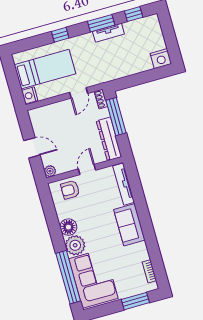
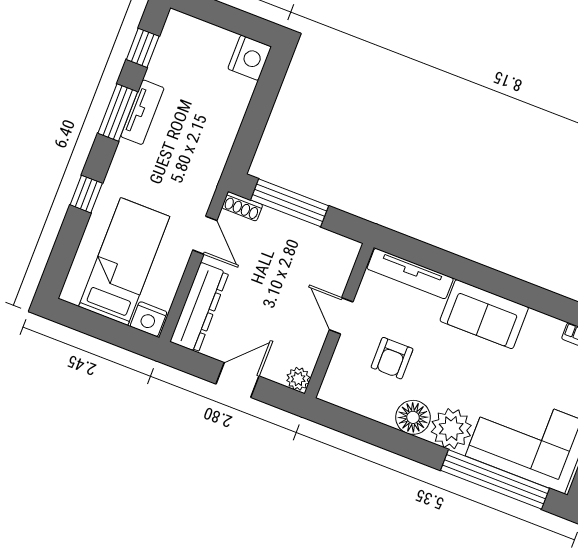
dresser: (109, 139) -> (199, 307), moved, turned -90
armchair: (70, 190) -> (392, 358), moved

